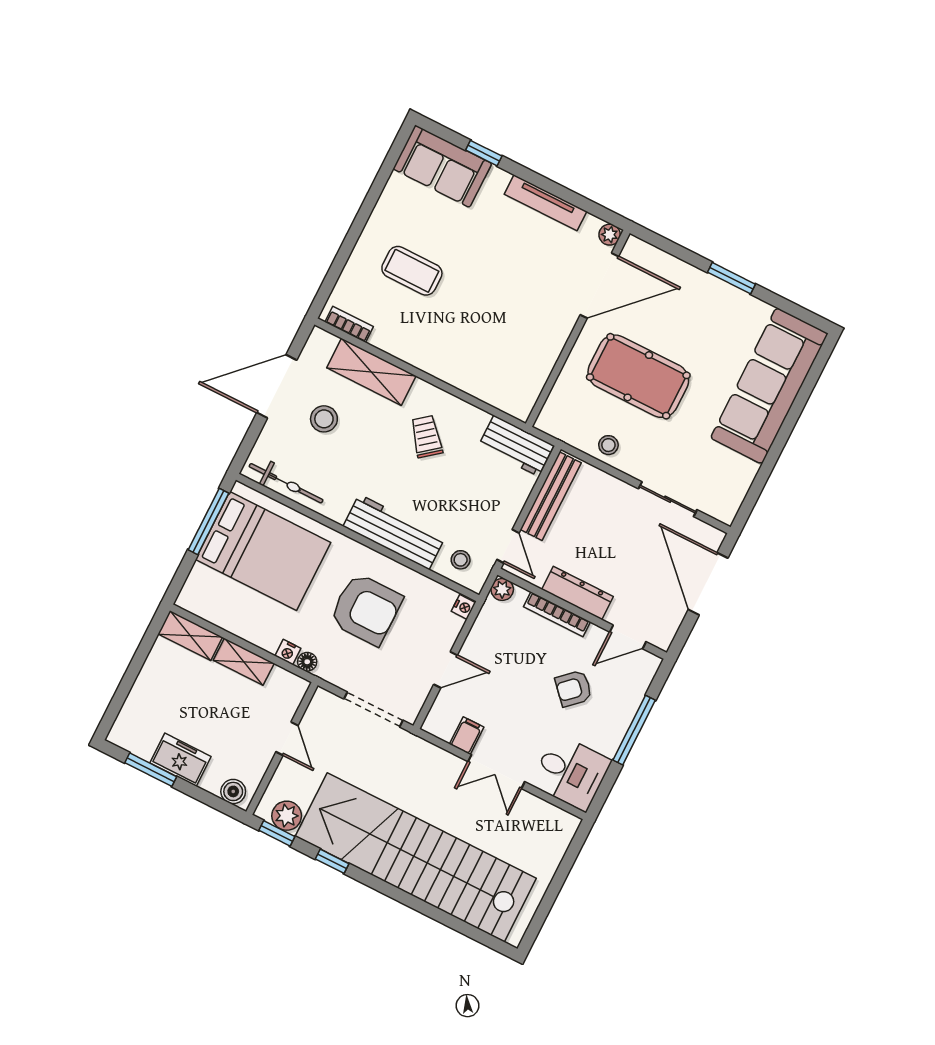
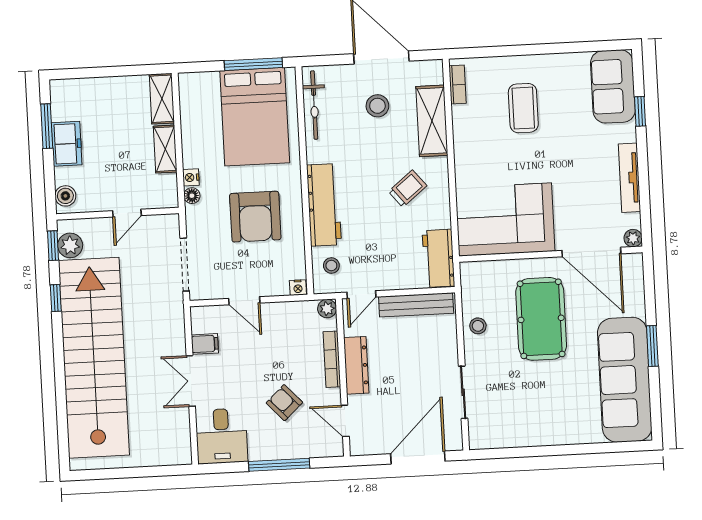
corner sofa: (515, 355) -> (505, 219), added
sofa: (769, 386) -> (625, 380), moved, turned -90

